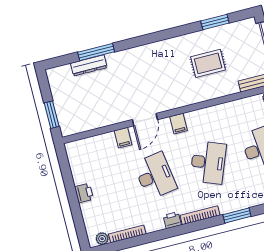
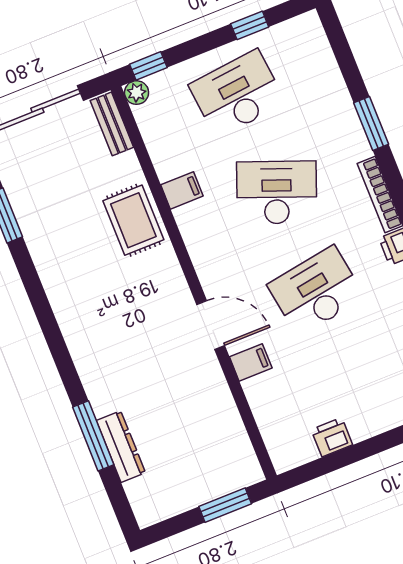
rug: (208, 63) -> (133, 220), moved
filing cabinet: (178, 124) -> (182, 190), moved
printer: (84, 193) -> (332, 437), moved

